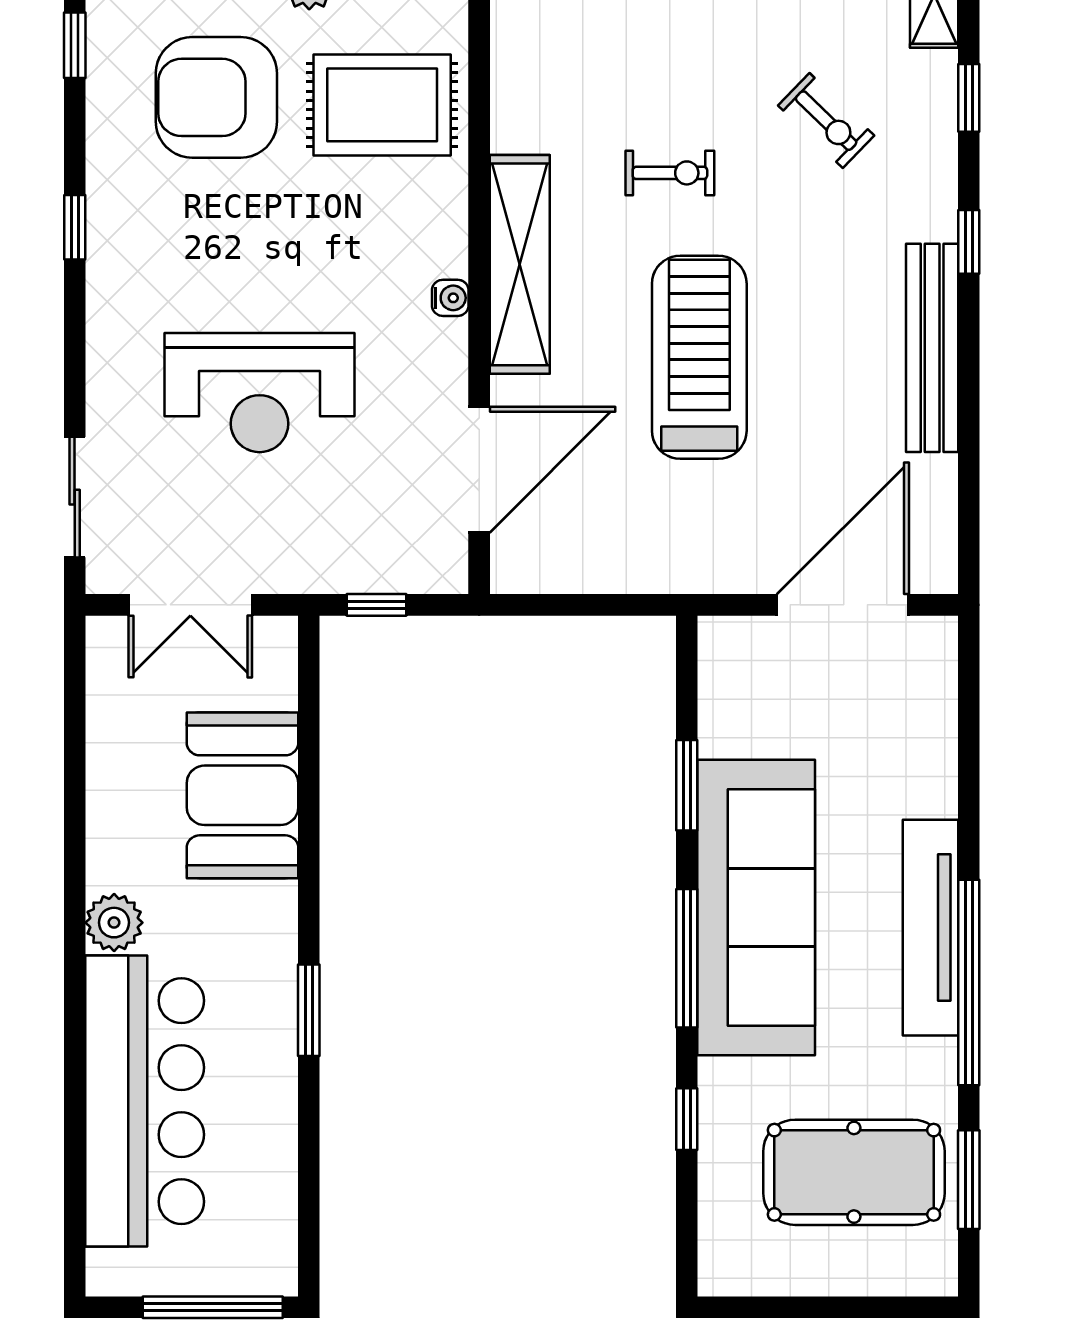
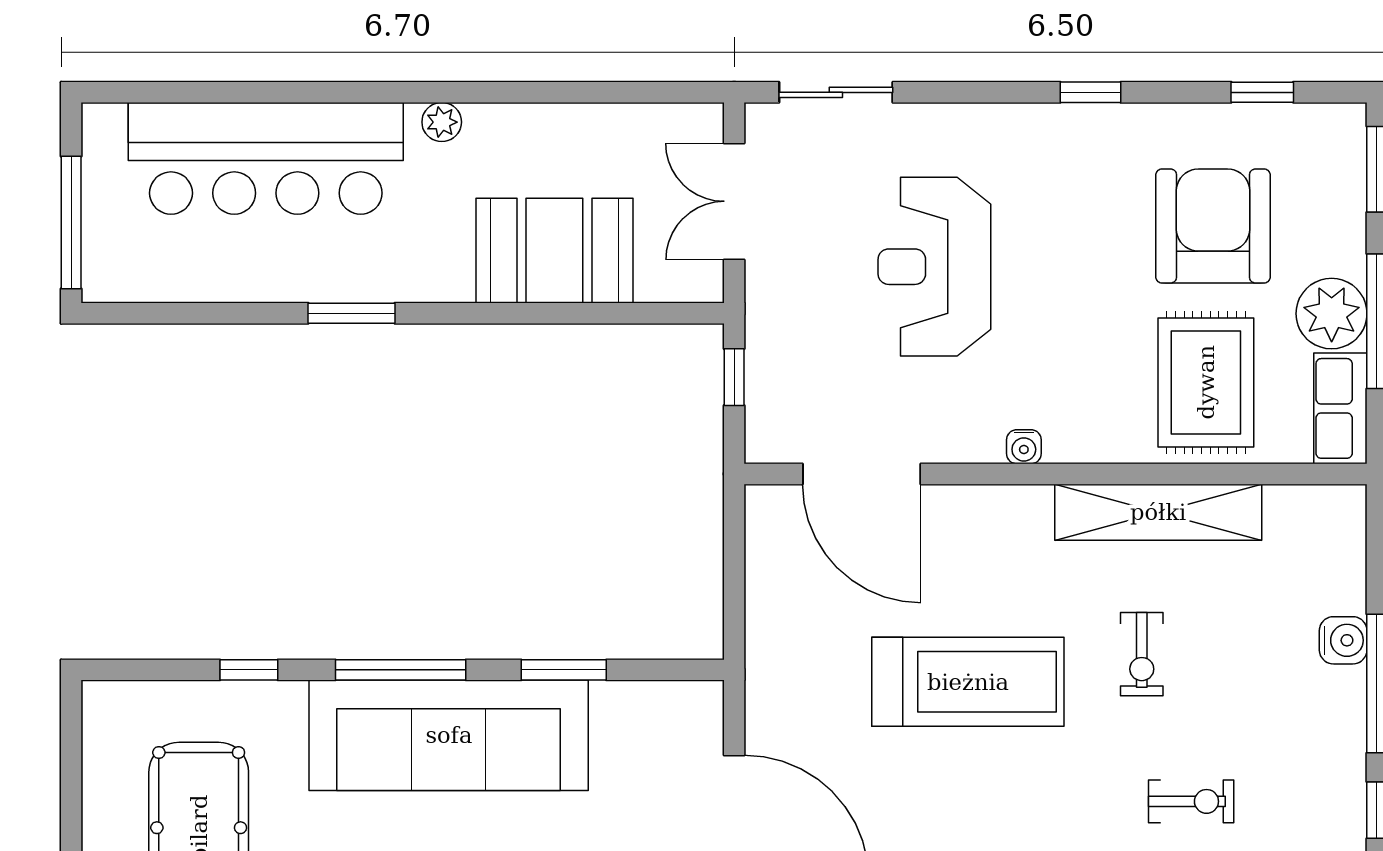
exercise bike: (826, 121) -> (1191, 801), turned -134
shelving: (520, 264) -> (1158, 512), moved
plant: (114, 923) -> (442, 122), width x0.73, depth x0.73

